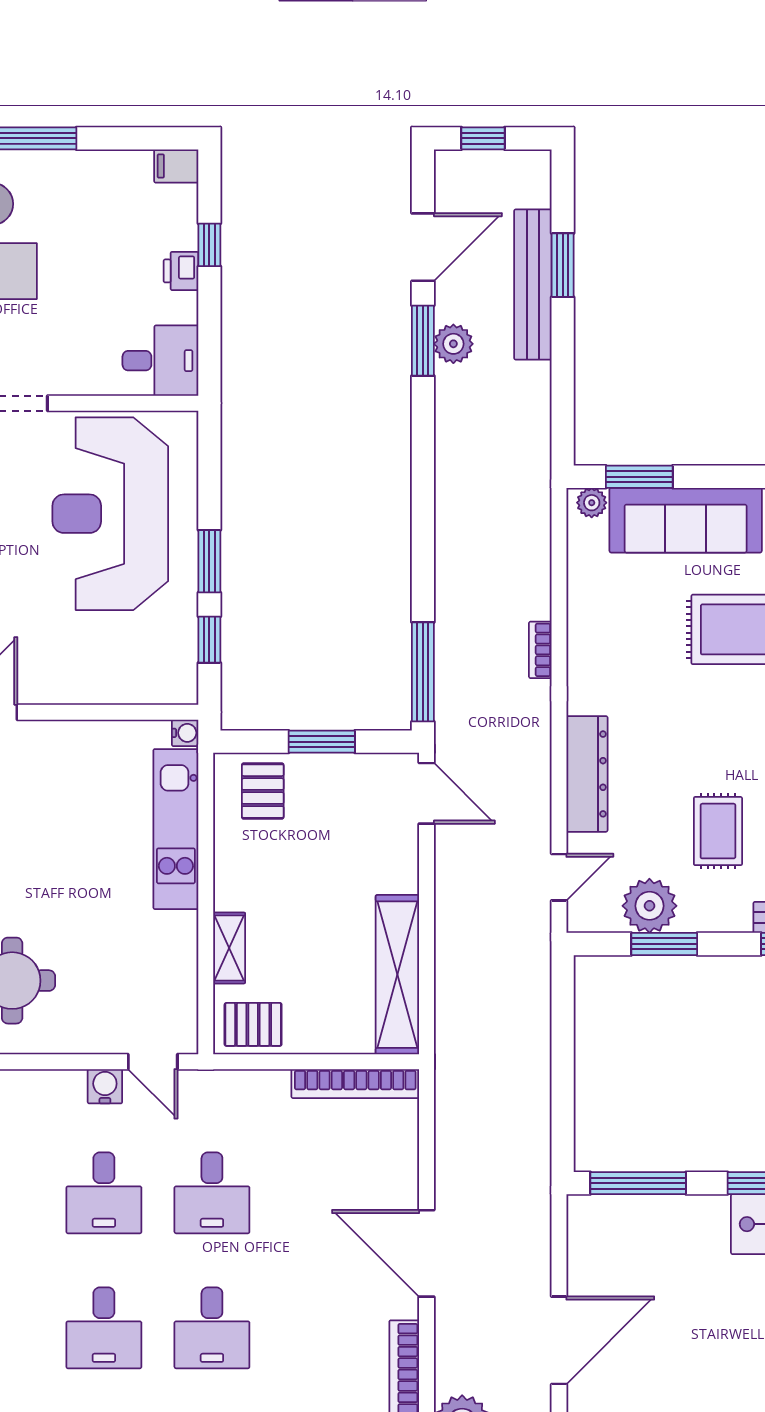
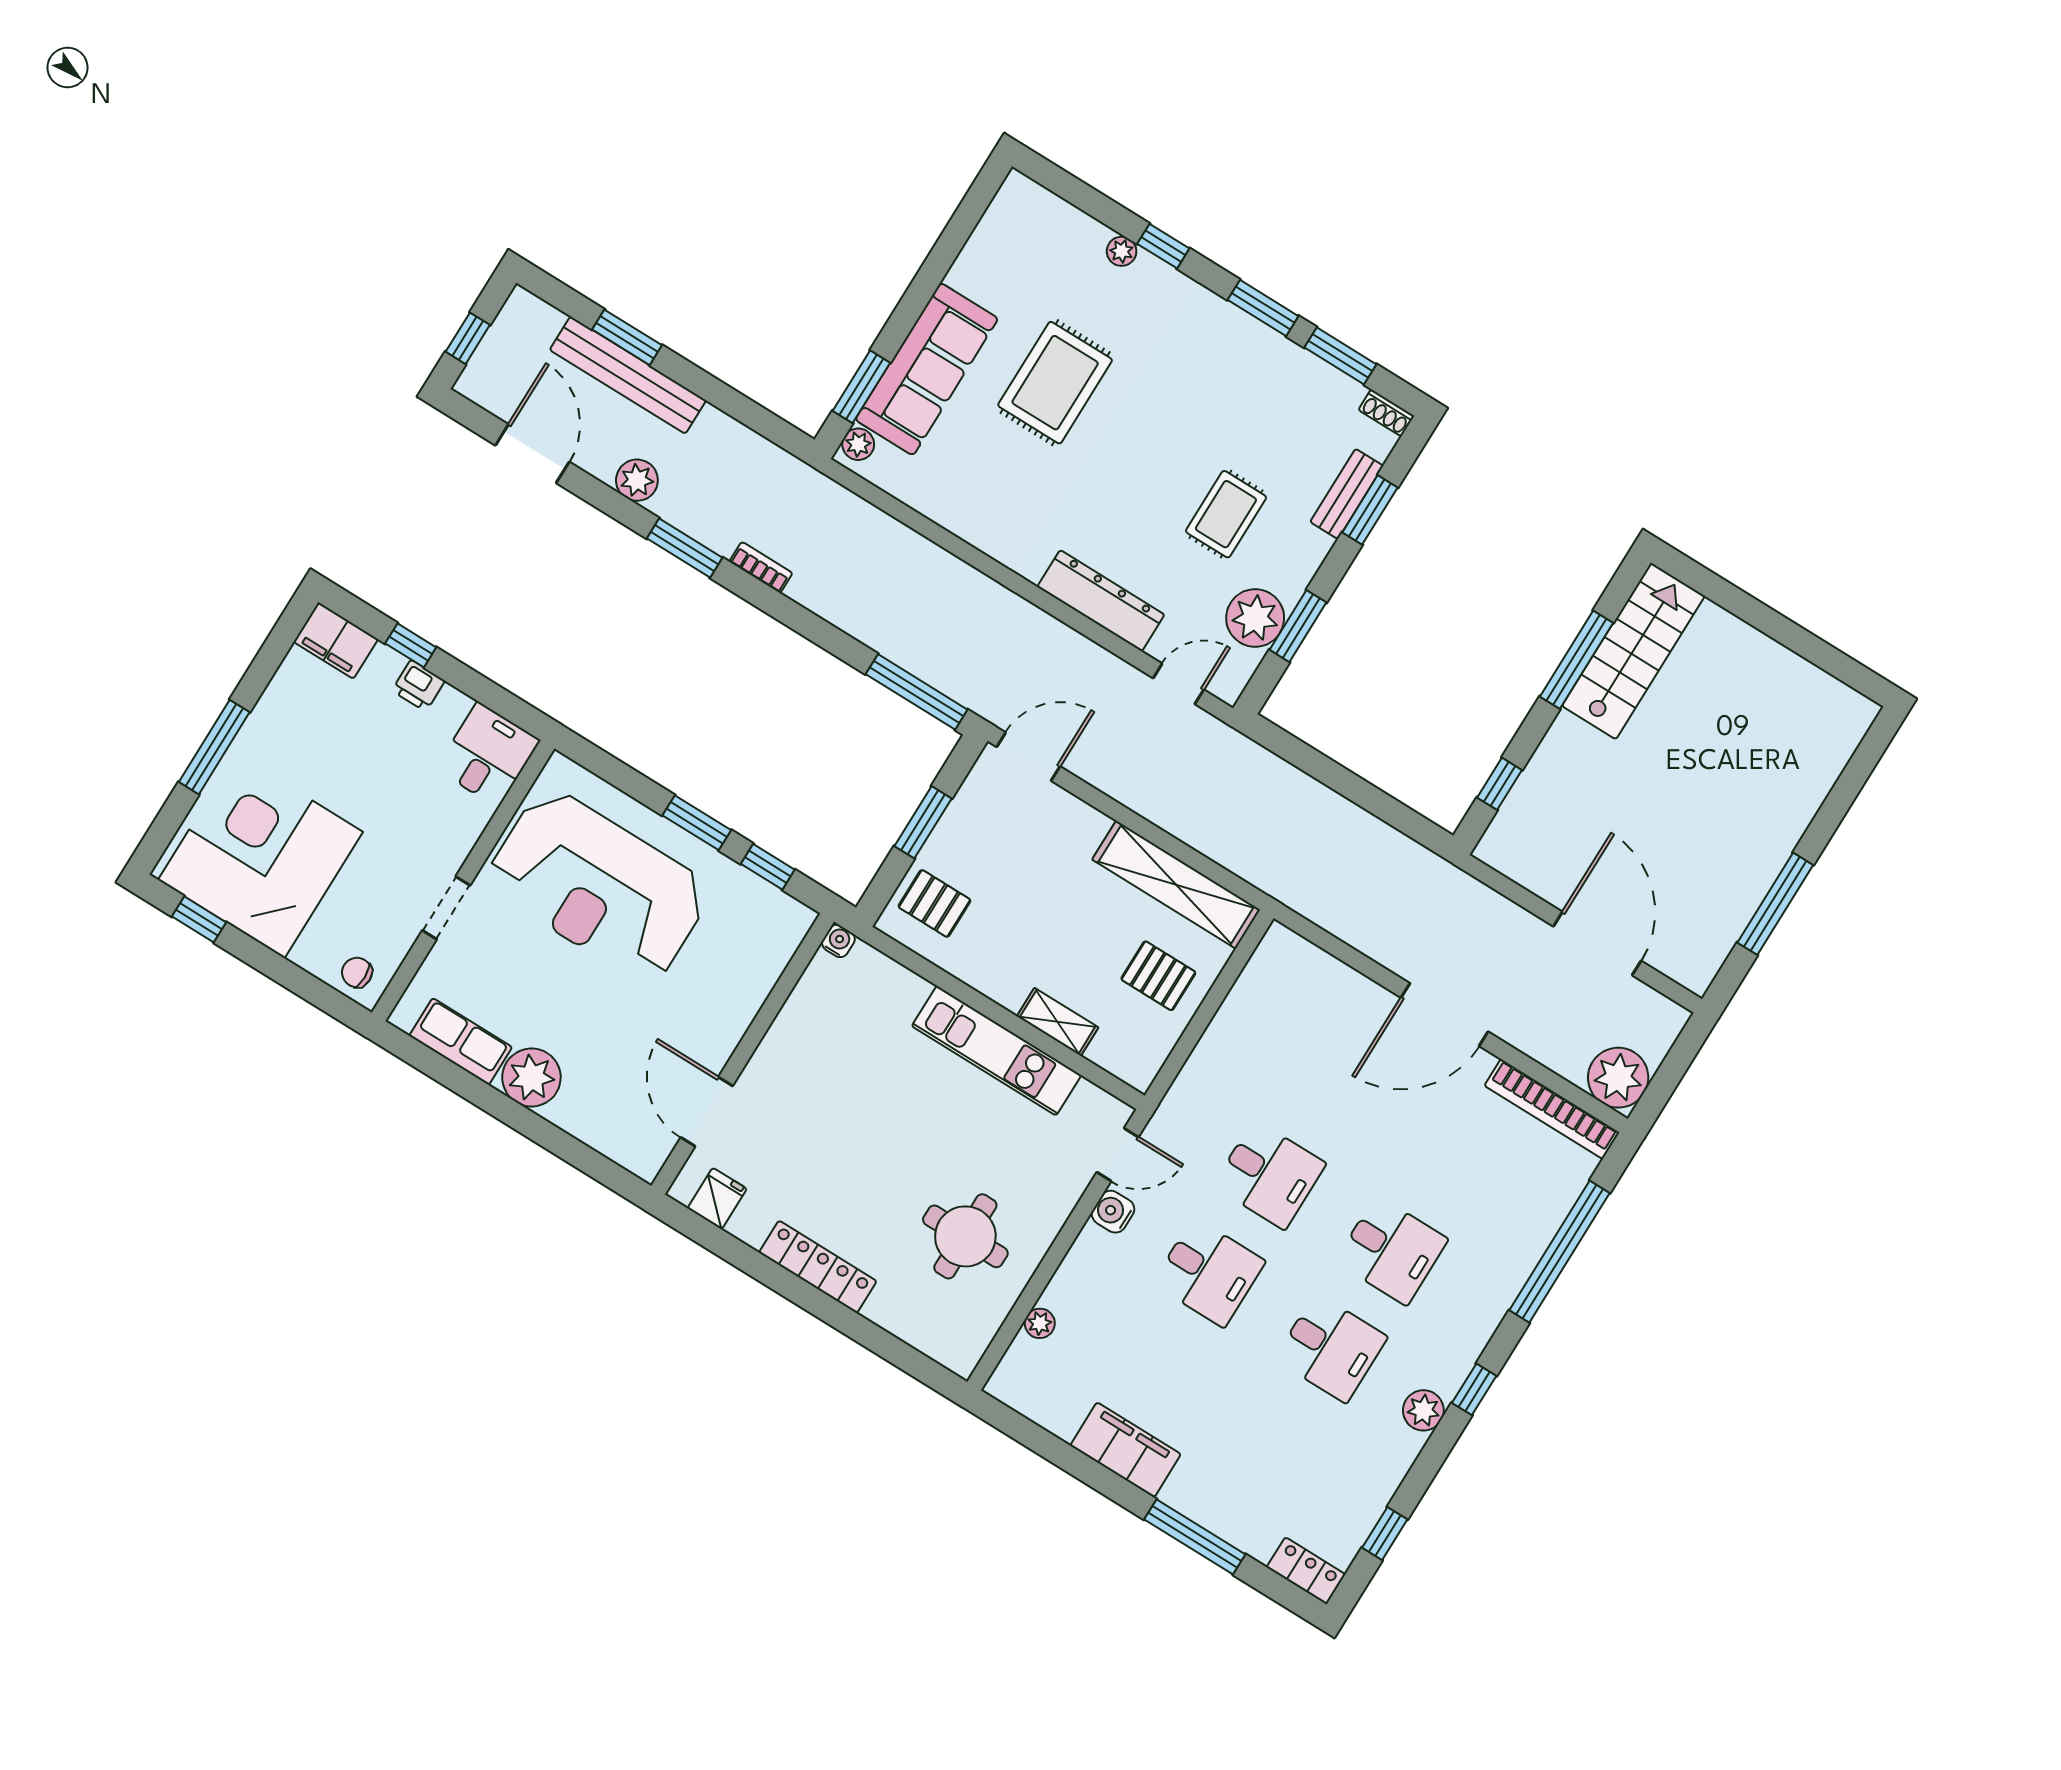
filing cabinet: (176, 166) -> (336, 640), width x2.00
window: (423, 341) -> (685, 548), moved
bookcase: (540, 650) -> (761, 567), moved, turned 180
kitchen unit: (176, 829) -> (996, 1051), moved
rug: (718, 831) -> (1226, 514), turned 90
door: (559, 877) -> (1178, 684), hinge flipped
pallet: (253, 1024) -> (1158, 976), moved, turned 90
bookcase: (355, 1084) -> (1251, 984), removed
window: (638, 1183) -> (1500, 784), width x0.46

